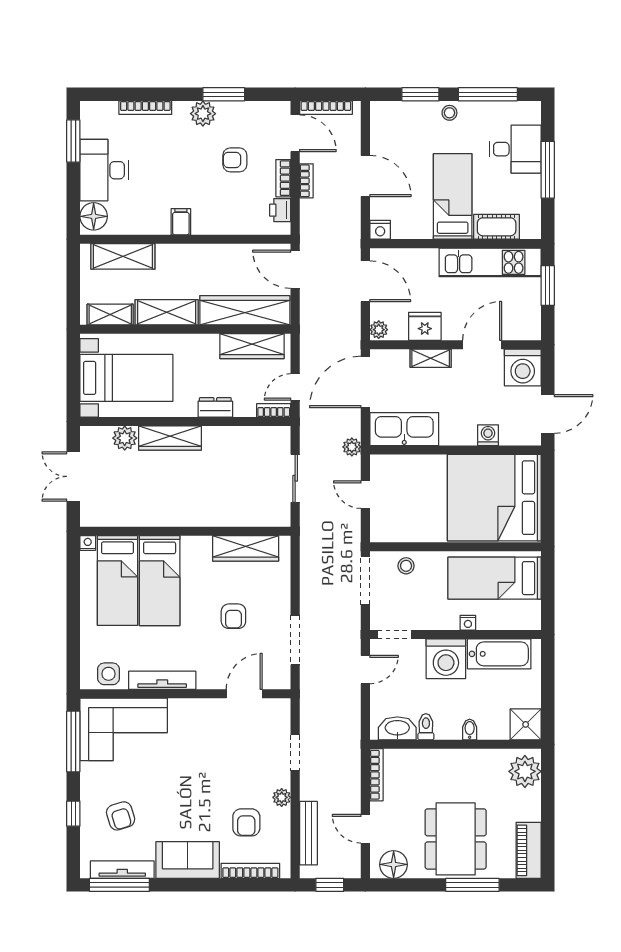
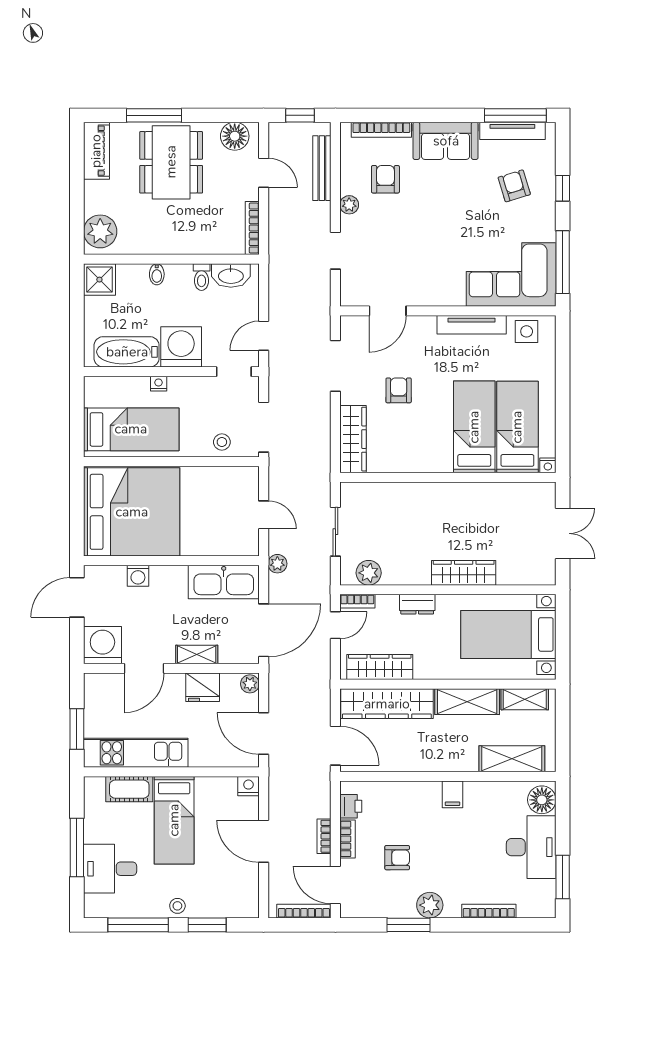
plant: (125, 438) -> (369, 573), moved
wardrobe: (246, 548) -> (353, 439), moved, turned 90

